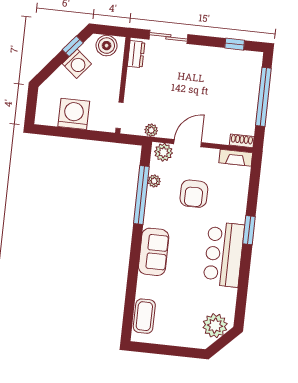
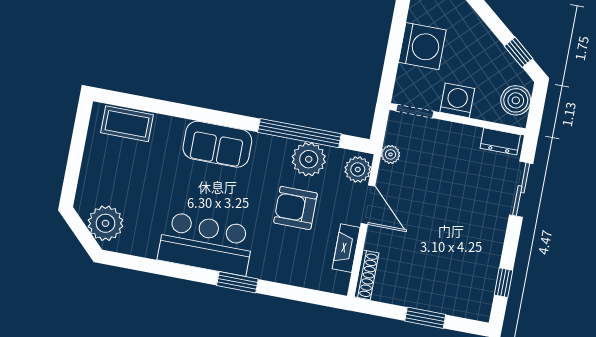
washing machine: (77, 64) -> (457, 100), moved, turned 141
window: (263, 97) -> (425, 318), width x0.47
shoe rack: (242, 141) -> (367, 275), width x1.43
fireplace: (236, 158) -> (346, 248), moved
plant: (154, 181) -> (309, 159), width x1.87, depth x1.87

